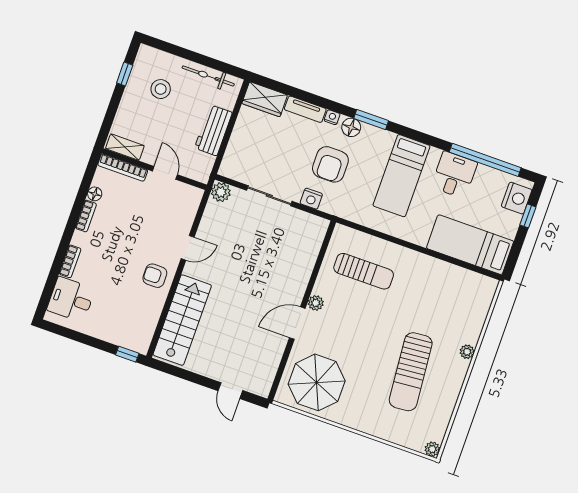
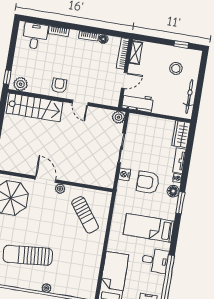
workbench: (213, 130) -> (138, 103), moved
sun lounger: (364, 271) -> (85, 215), turned -37
plant: (142, 336) -> (21, 84), added

